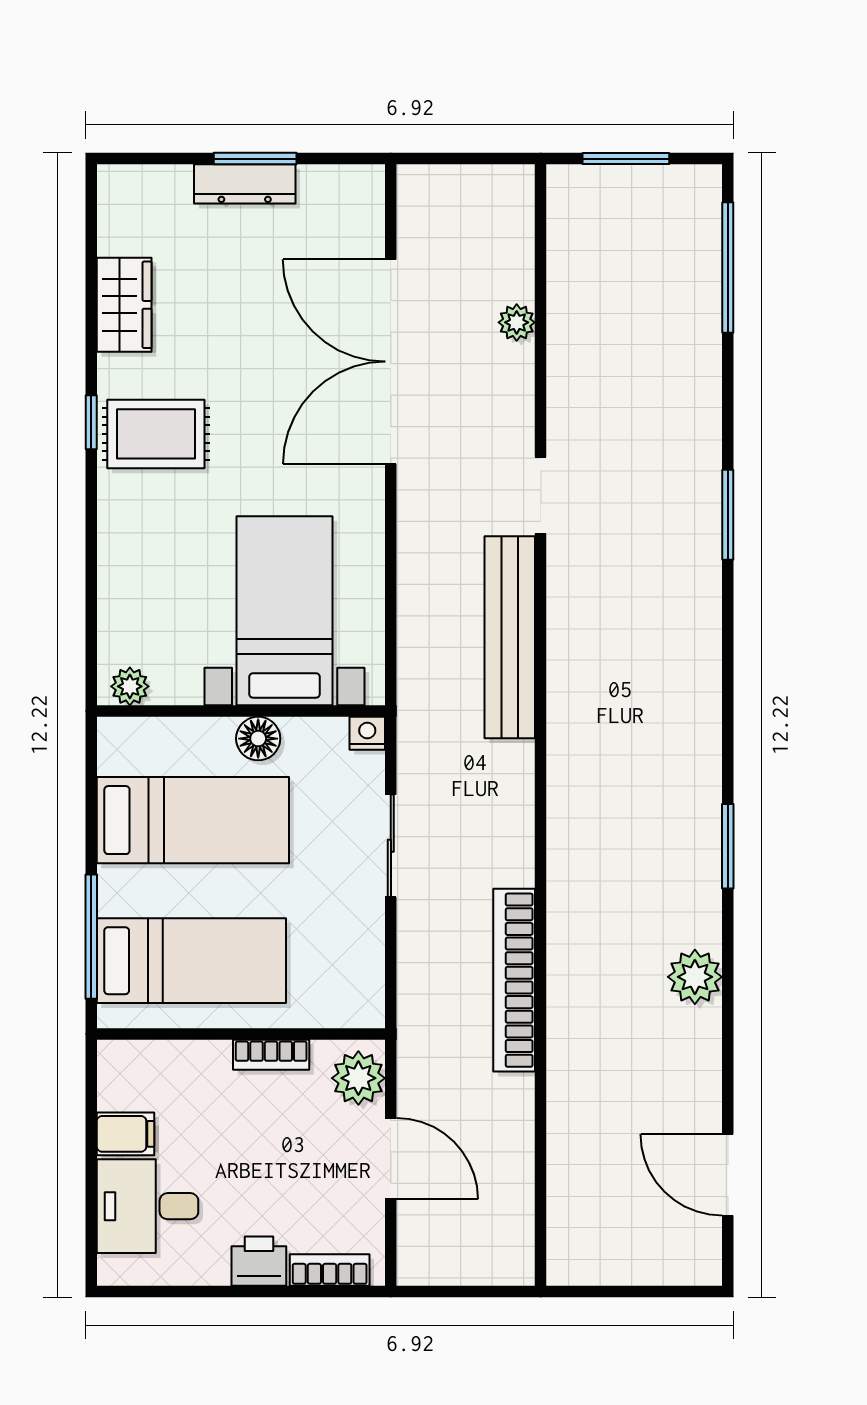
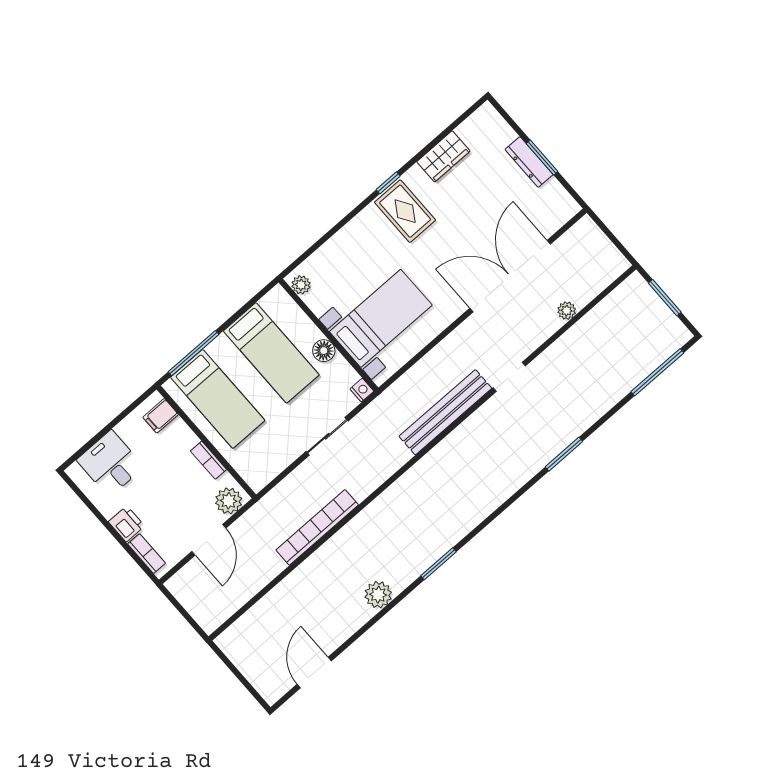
filing cabinet: (126, 1134) -> (161, 416), moved, turned 90

